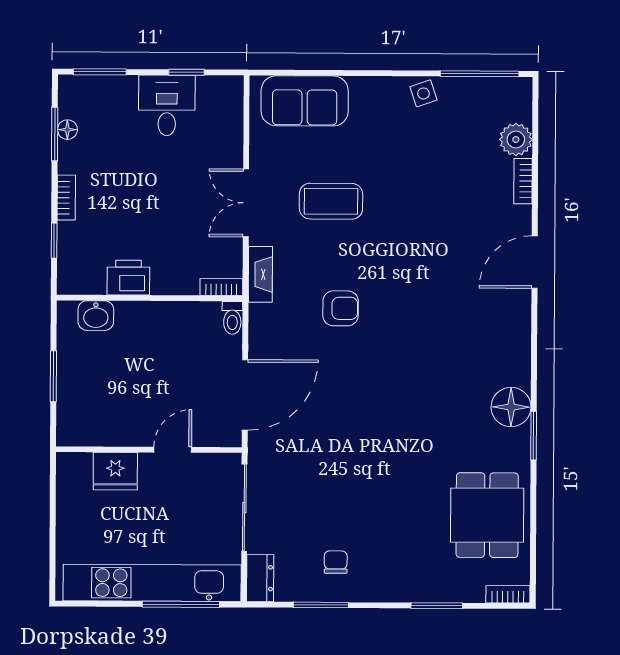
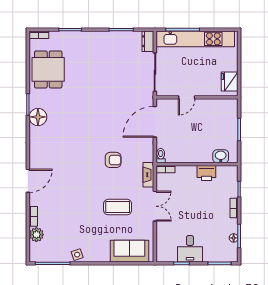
armchair: (341, 308) -> (113, 160), turned 180
fridge: (115, 471) -> (230, 81), moved, turned -90
chair: (336, 562) -> (115, 48), removed

